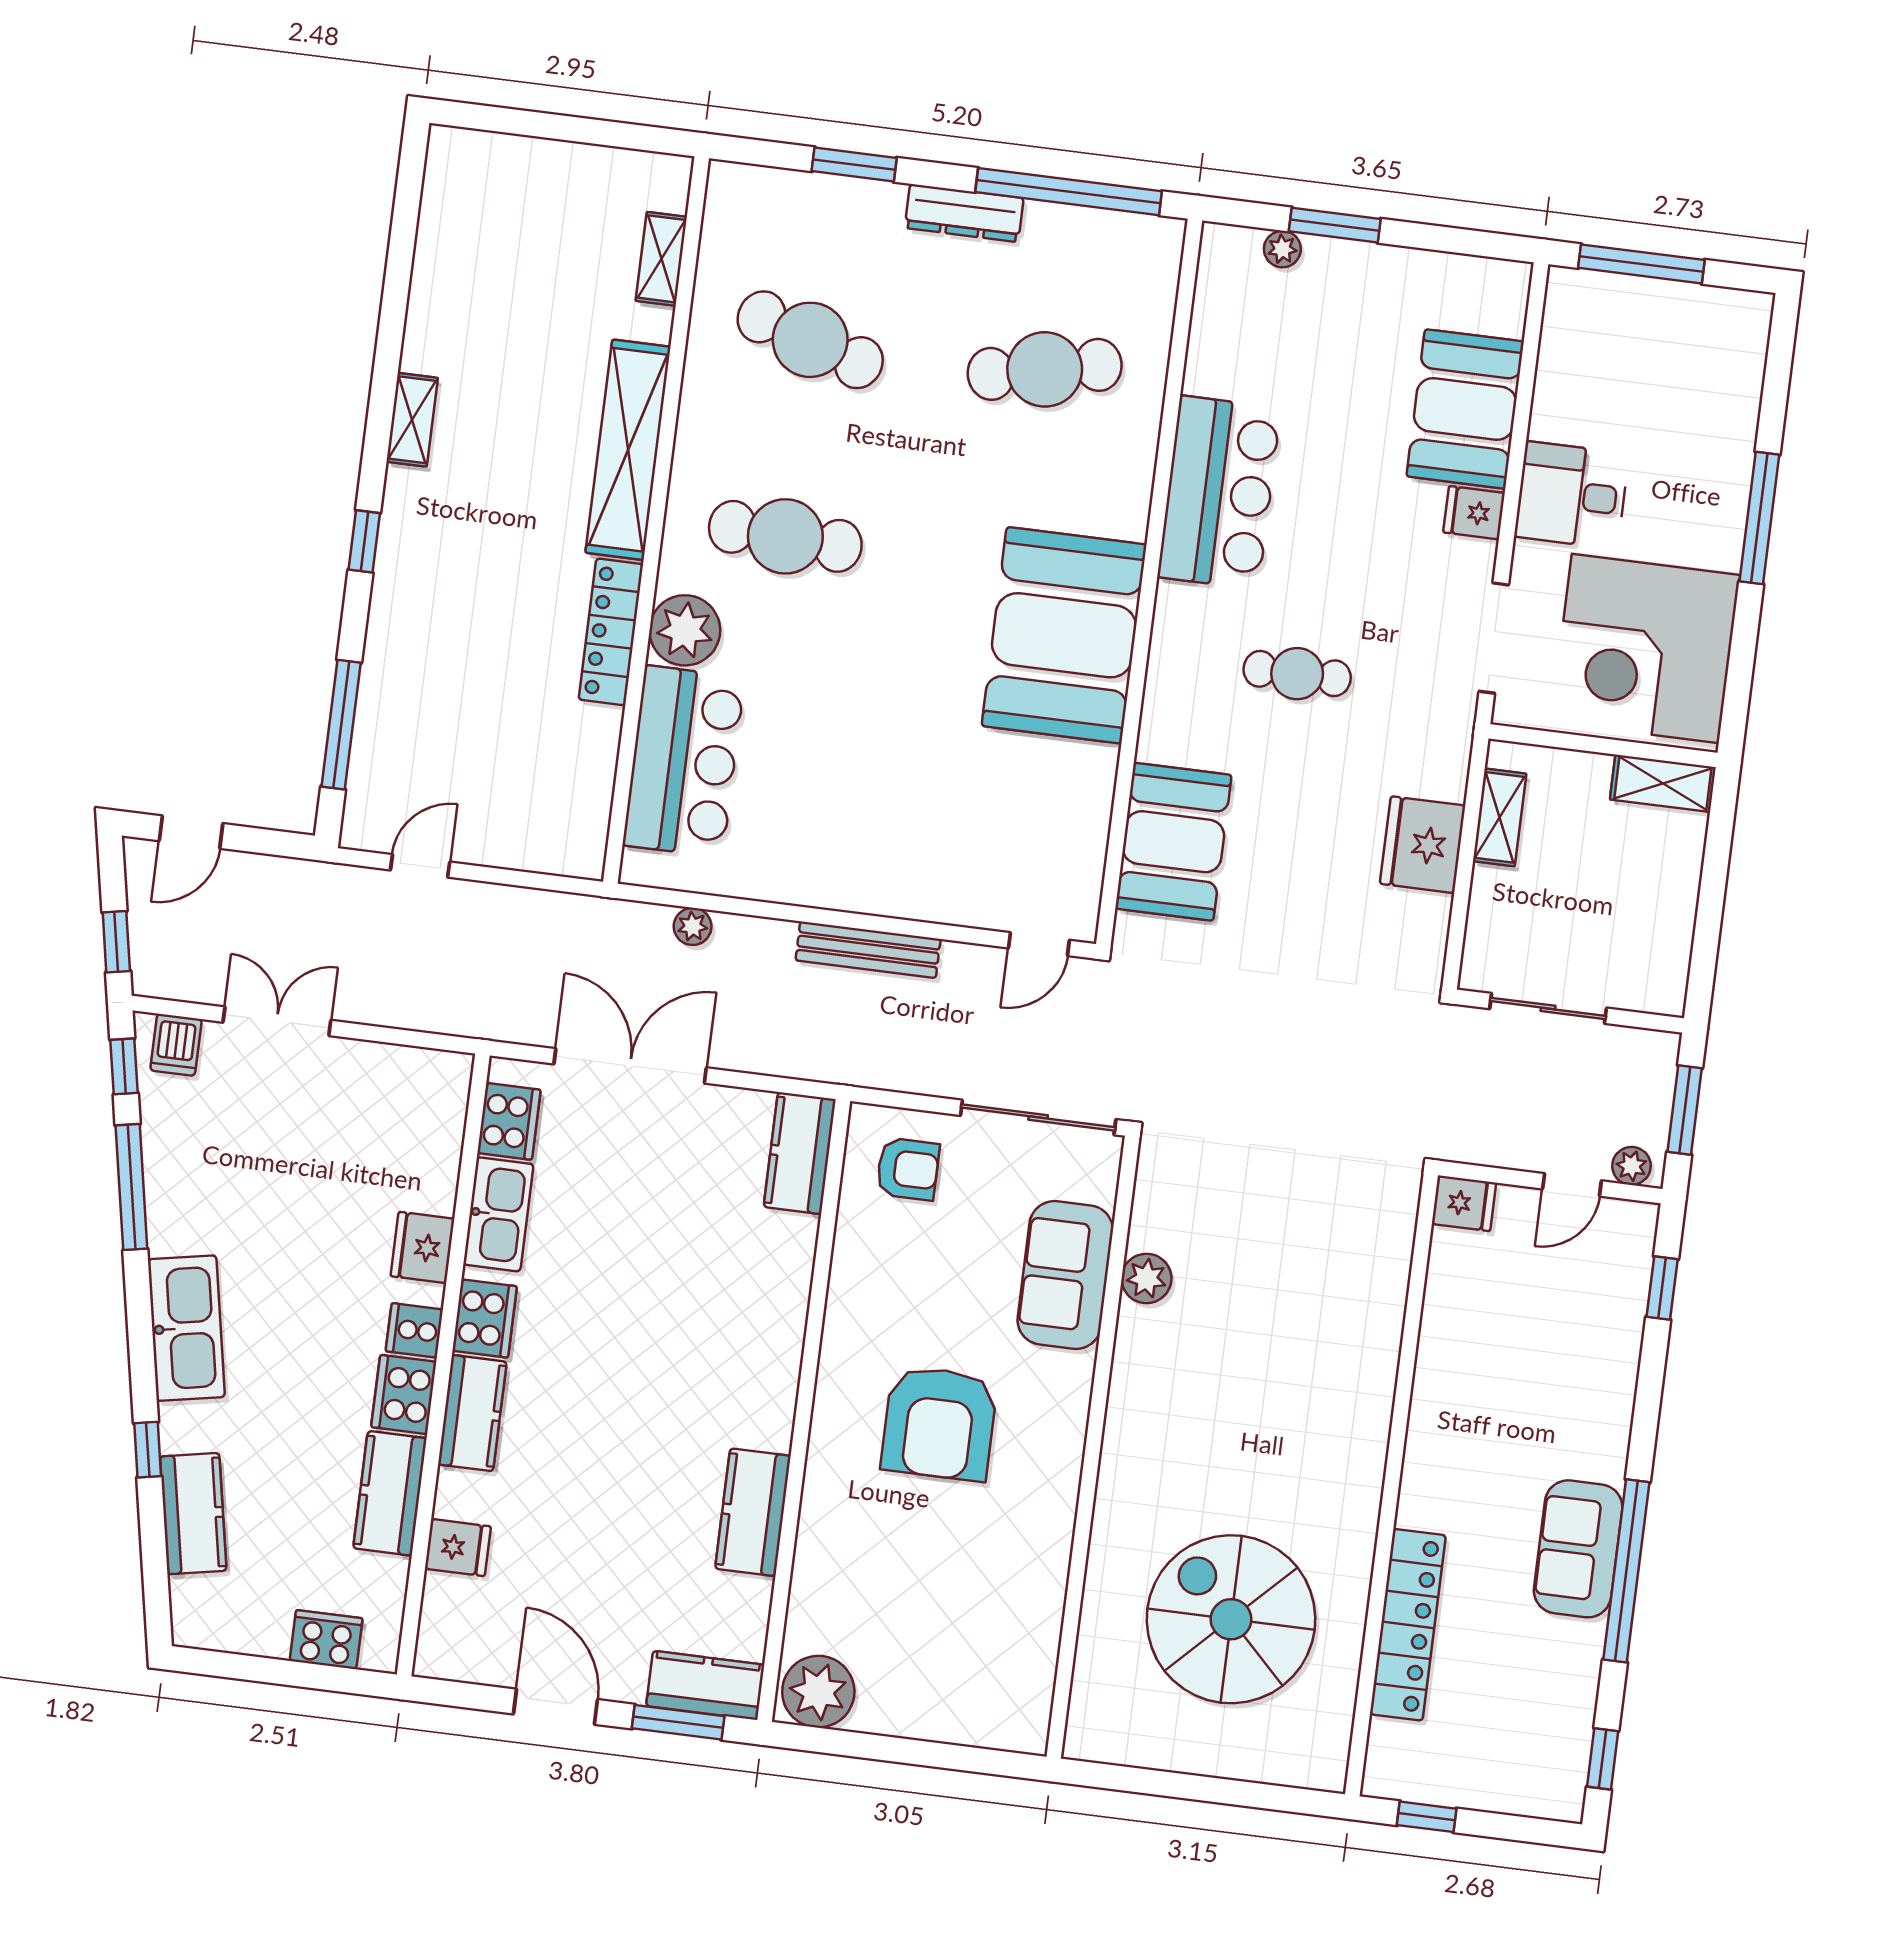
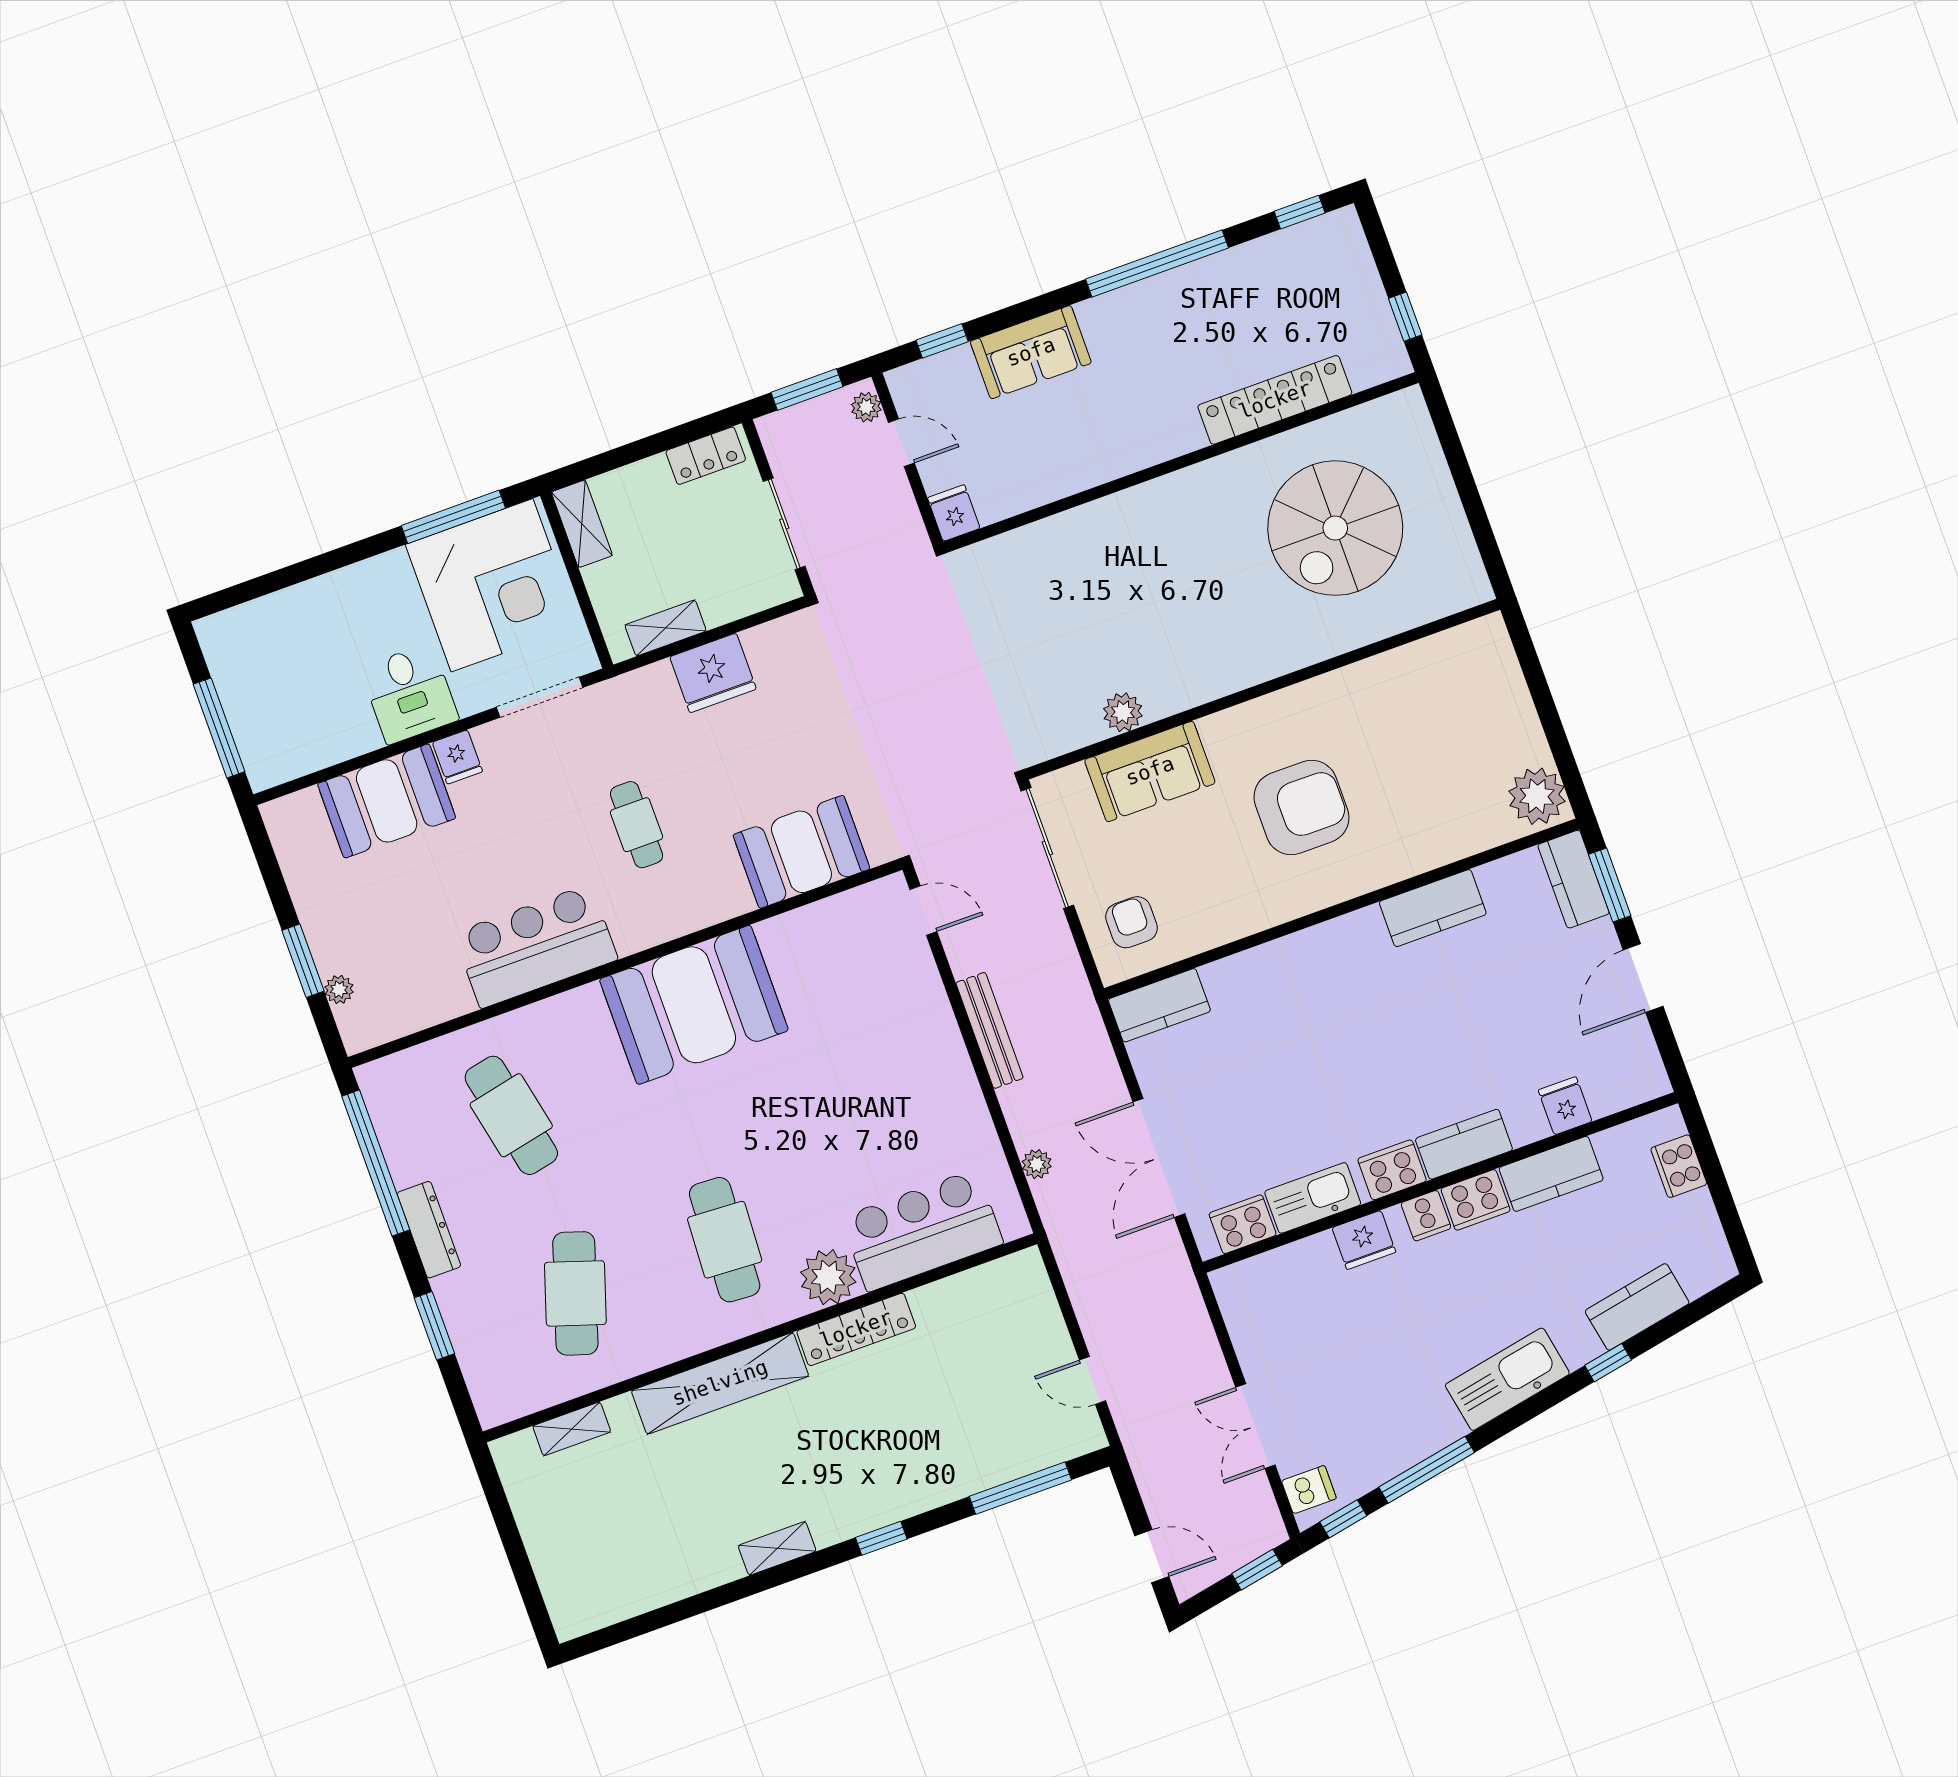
window: (1759, 518) -> (453, 517), moved
locker: (1668, 960) -> (706, 456), added
sofa: (1578, 1549) -> (1031, 352), moved

